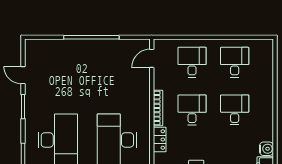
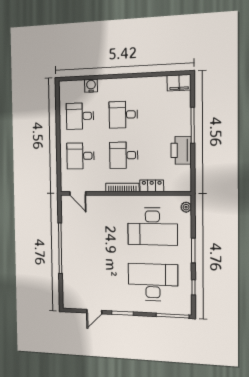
water cooler: (266, 149) -> (91, 86), moved

